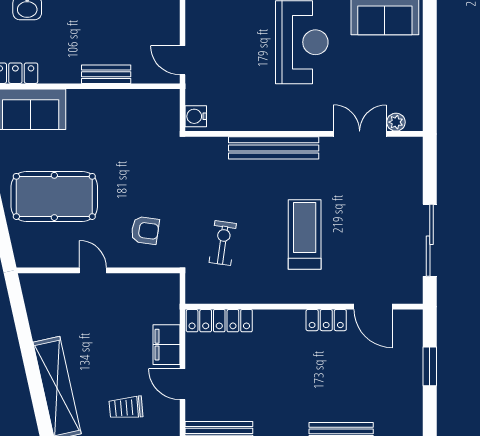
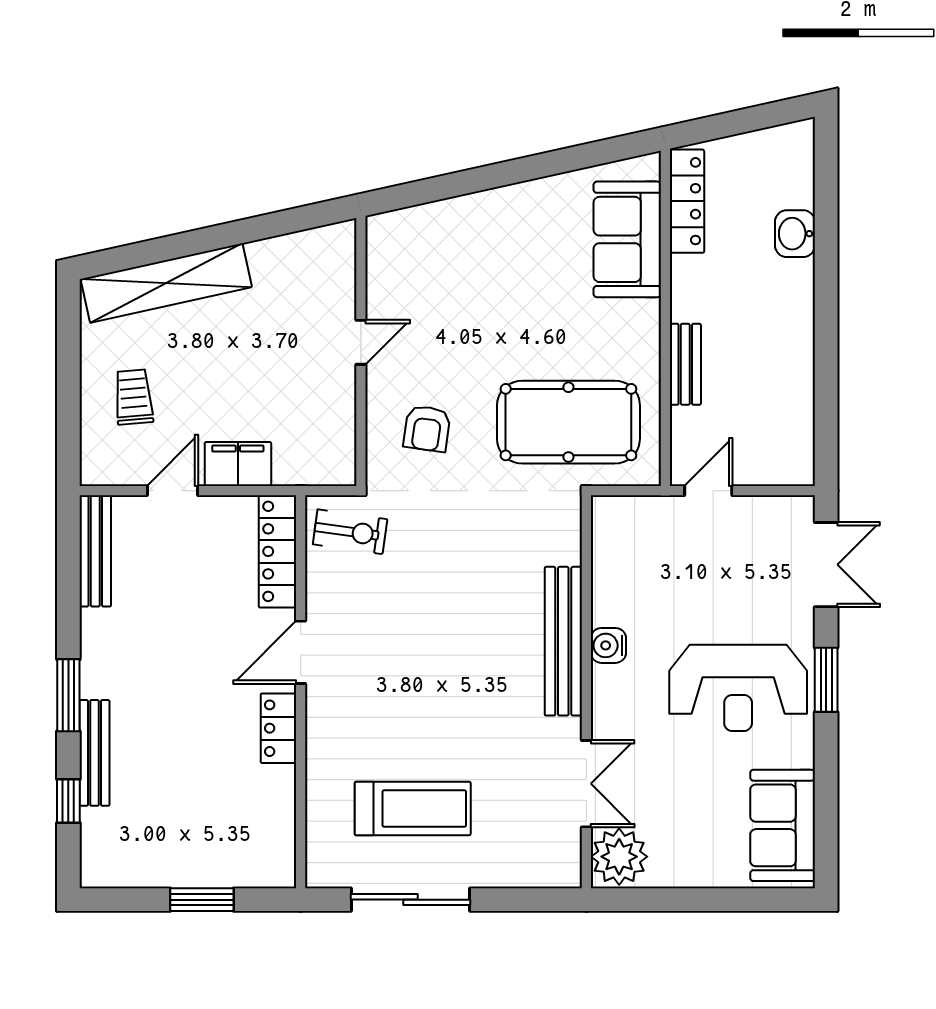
water cooler: (196, 116) -> (608, 645), moved, turned -90
plant: (396, 122) -> (619, 857), width x1.88, depth x1.88
pool table: (54, 196) -> (568, 422), moved, turned 90
treadmill: (305, 234) -> (413, 808), moved
exercise bike: (223, 243) -> (350, 532), moved
door: (373, 307) -> (301, 652), moved

